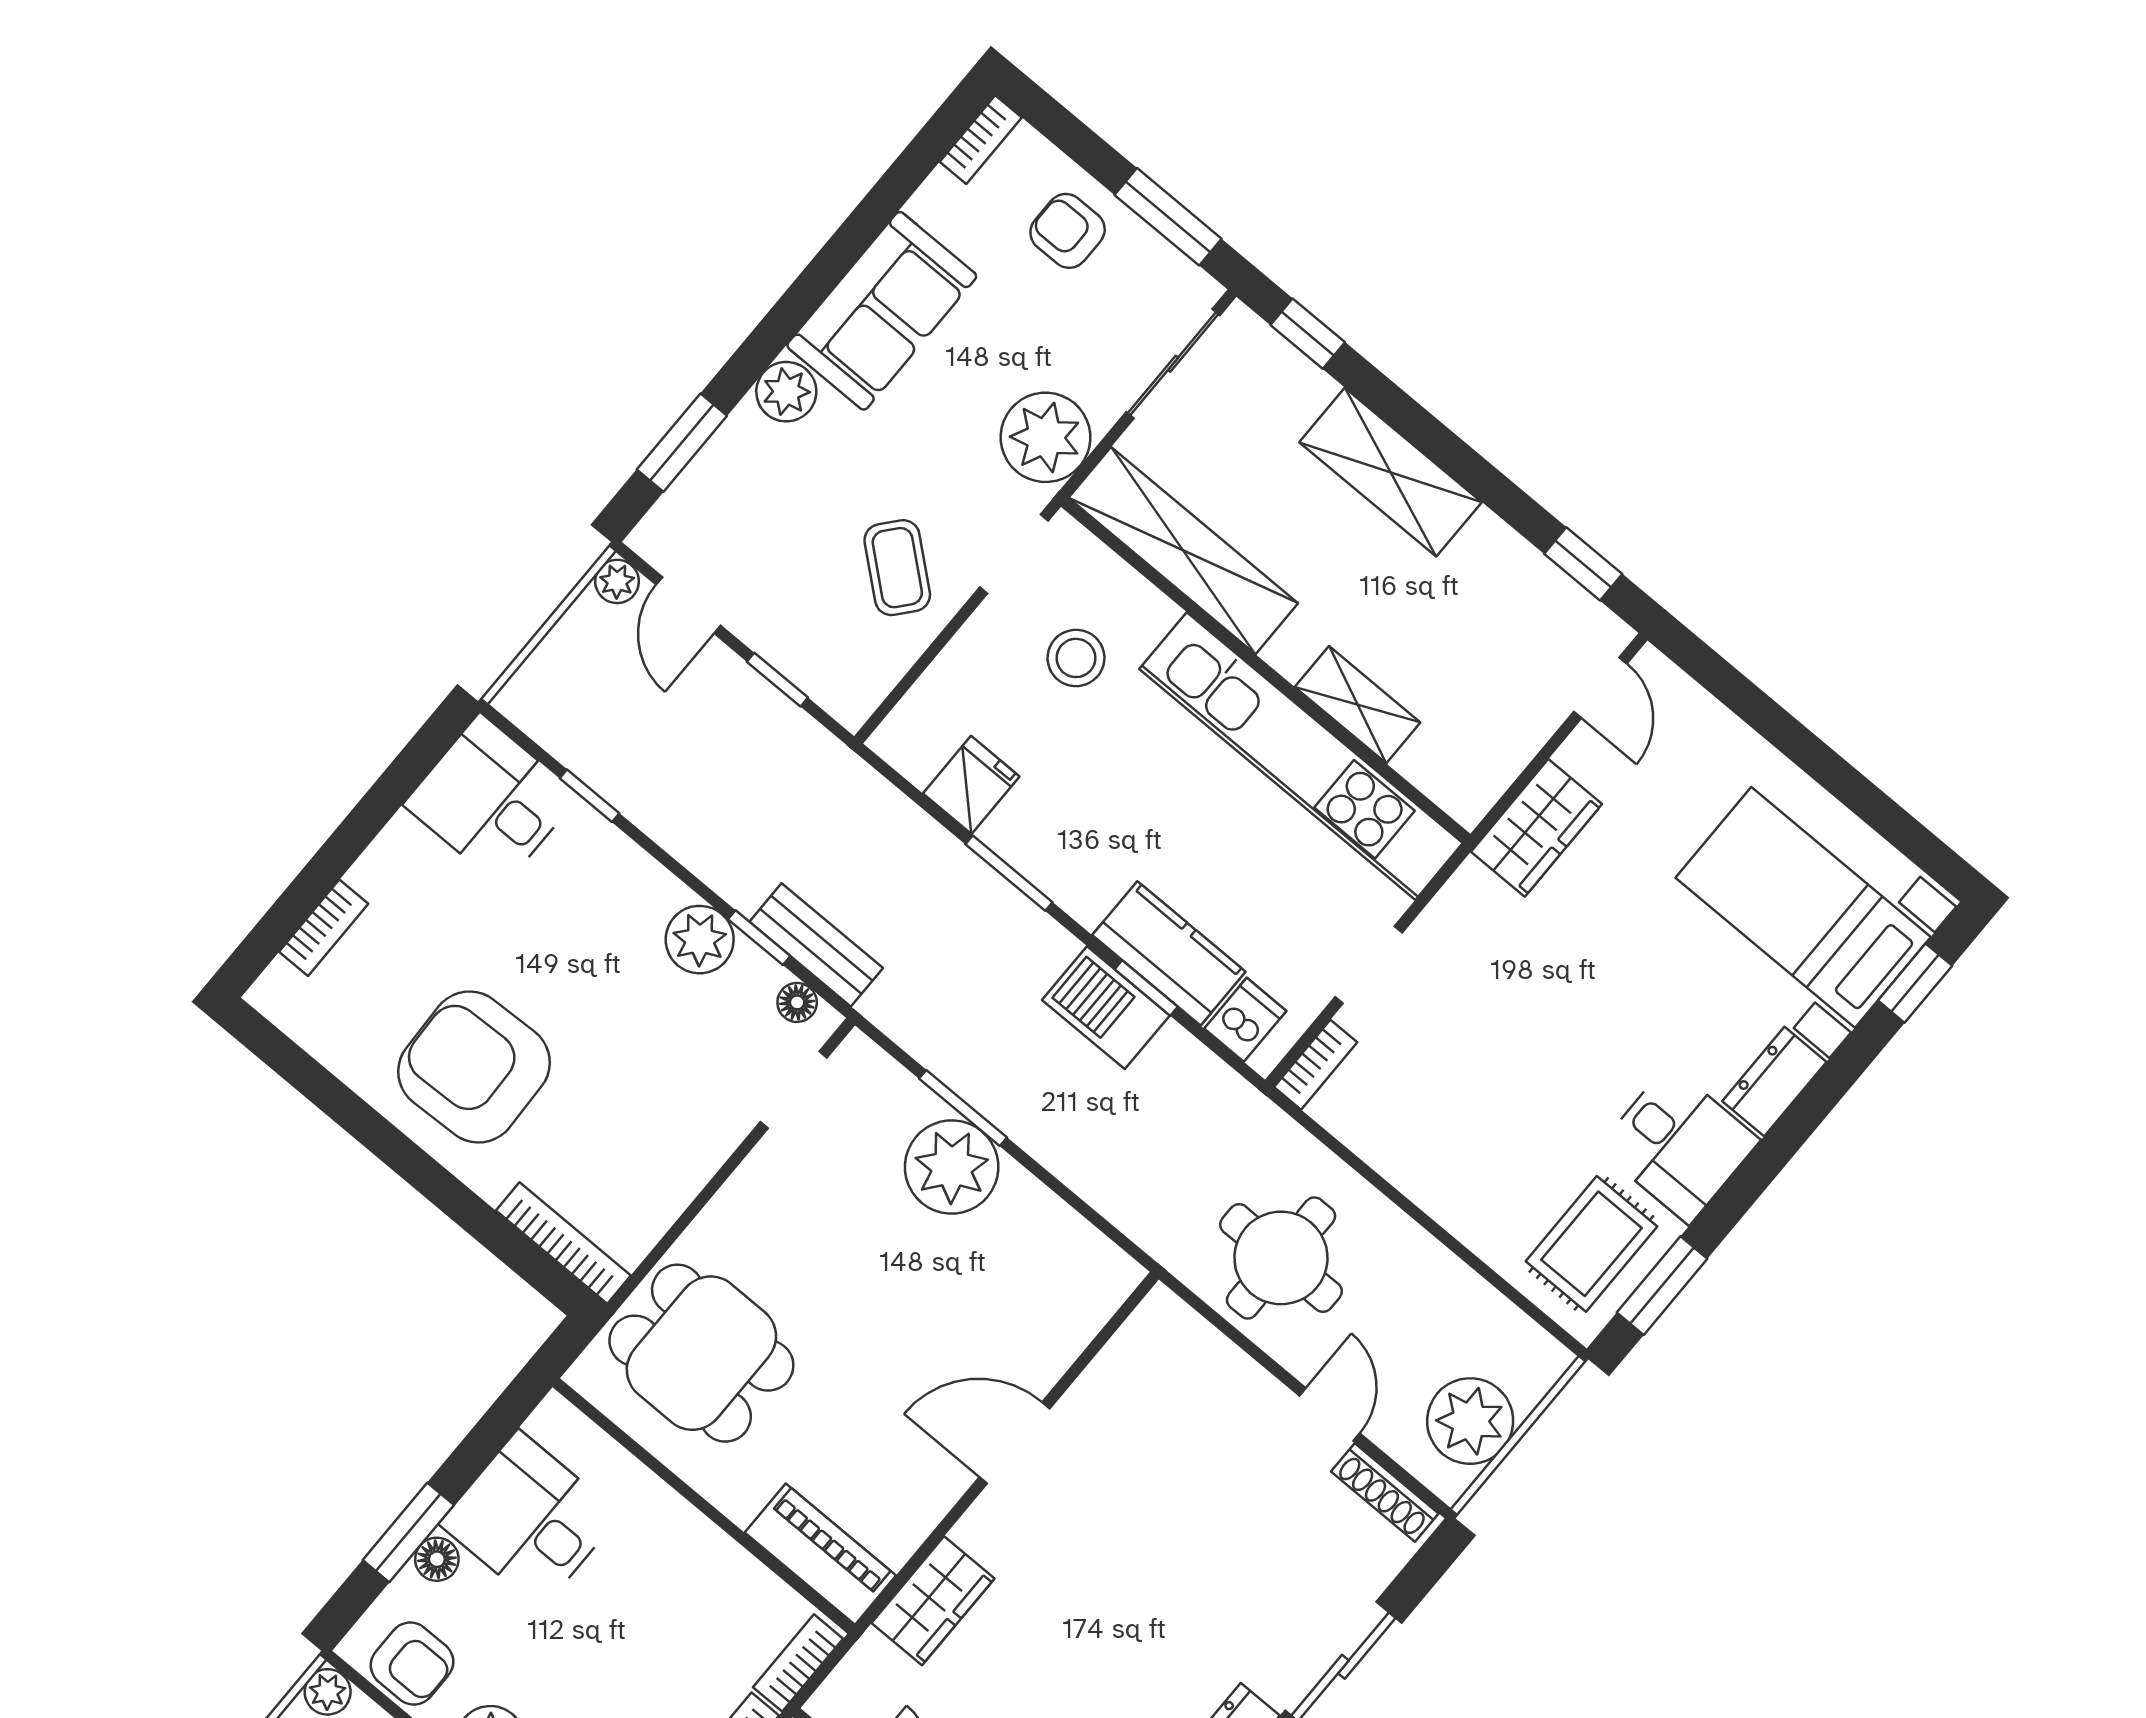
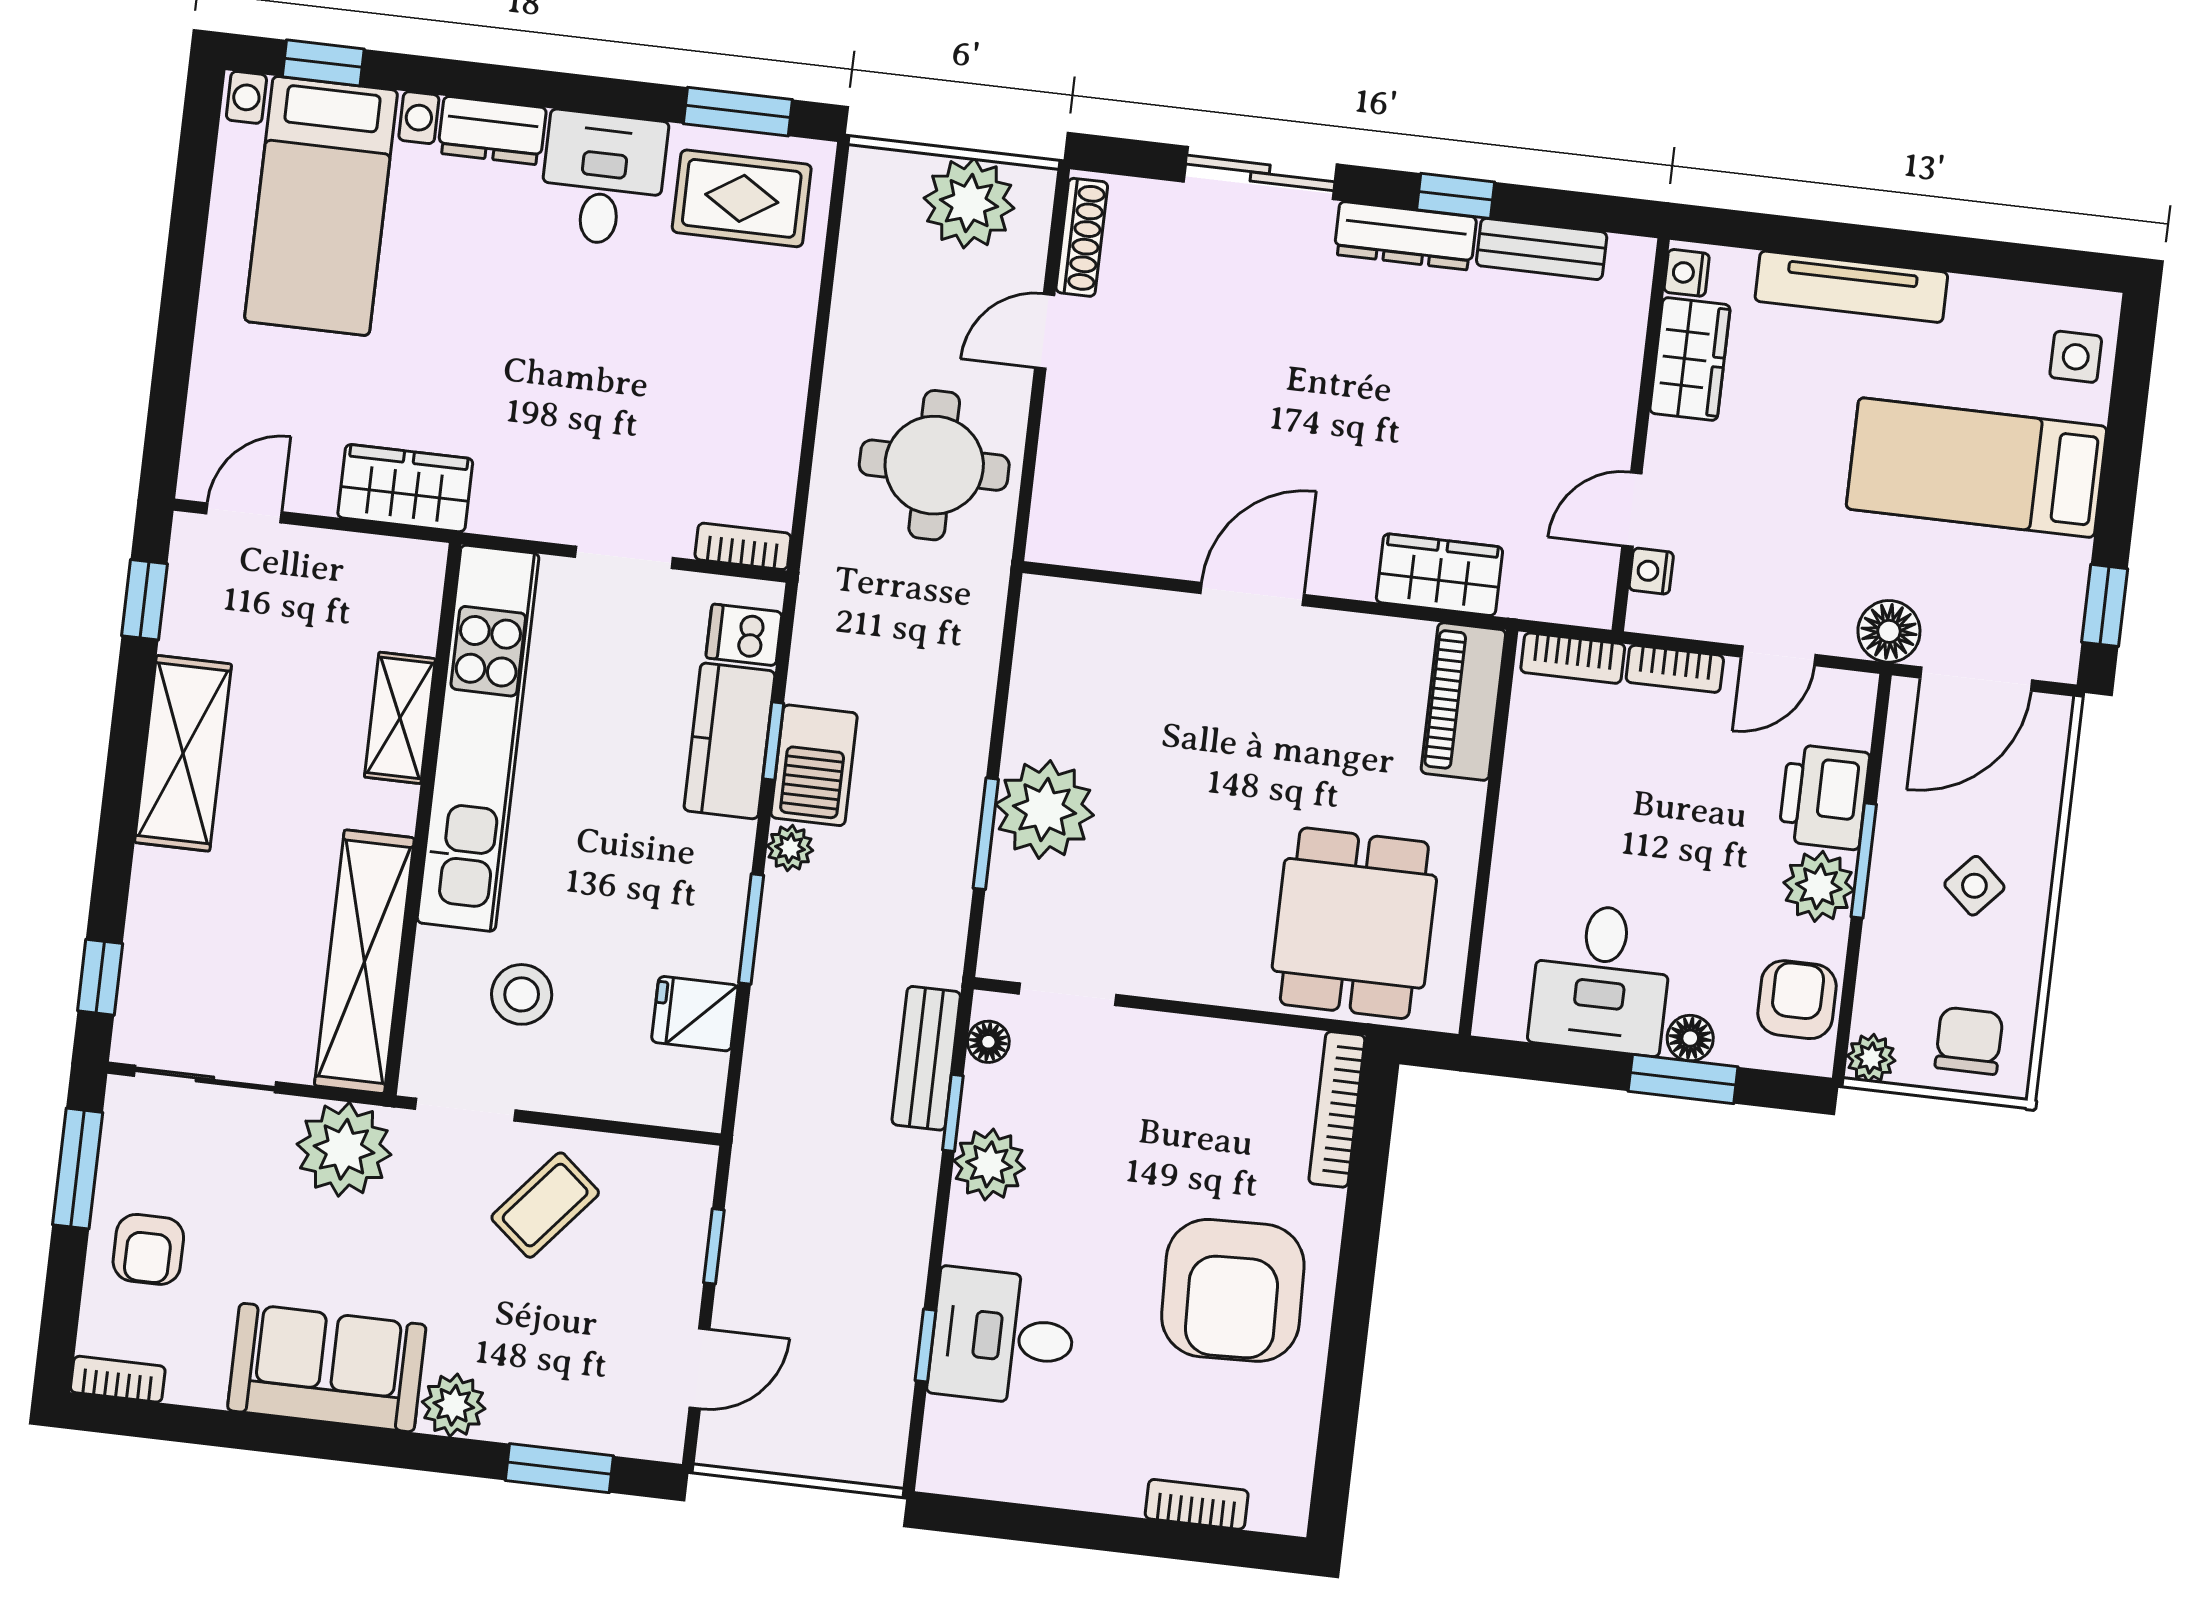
shelving: (1391, 472) -> (183, 753), moved
plant: (617, 581) -> (790, 848), moved
desk: (491, 800) -> (1003, 1337), moved, turned 90
door: (1015, 1443) -> (1252, 594), swing flipped

